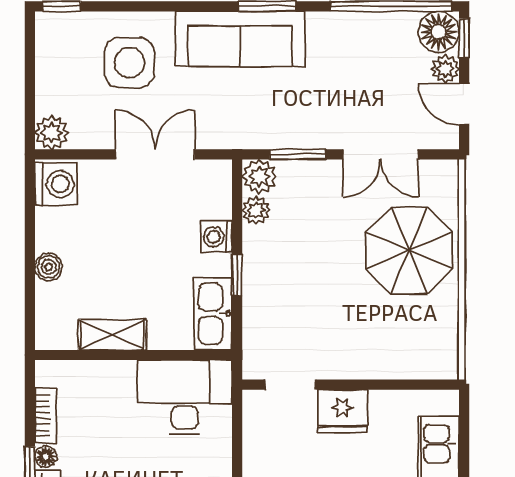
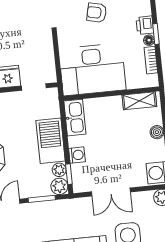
barbecue: (268, 271) -> (51, 141), added
window: (237, 275) -> (69, 174), moved
shelving: (112, 335) -> (139, 101), moved
desk: (185, 397) -> (92, 69), width x1.36, depth x1.30

